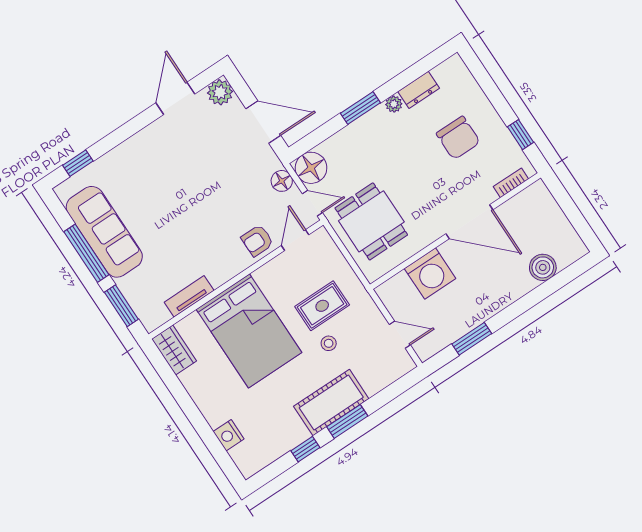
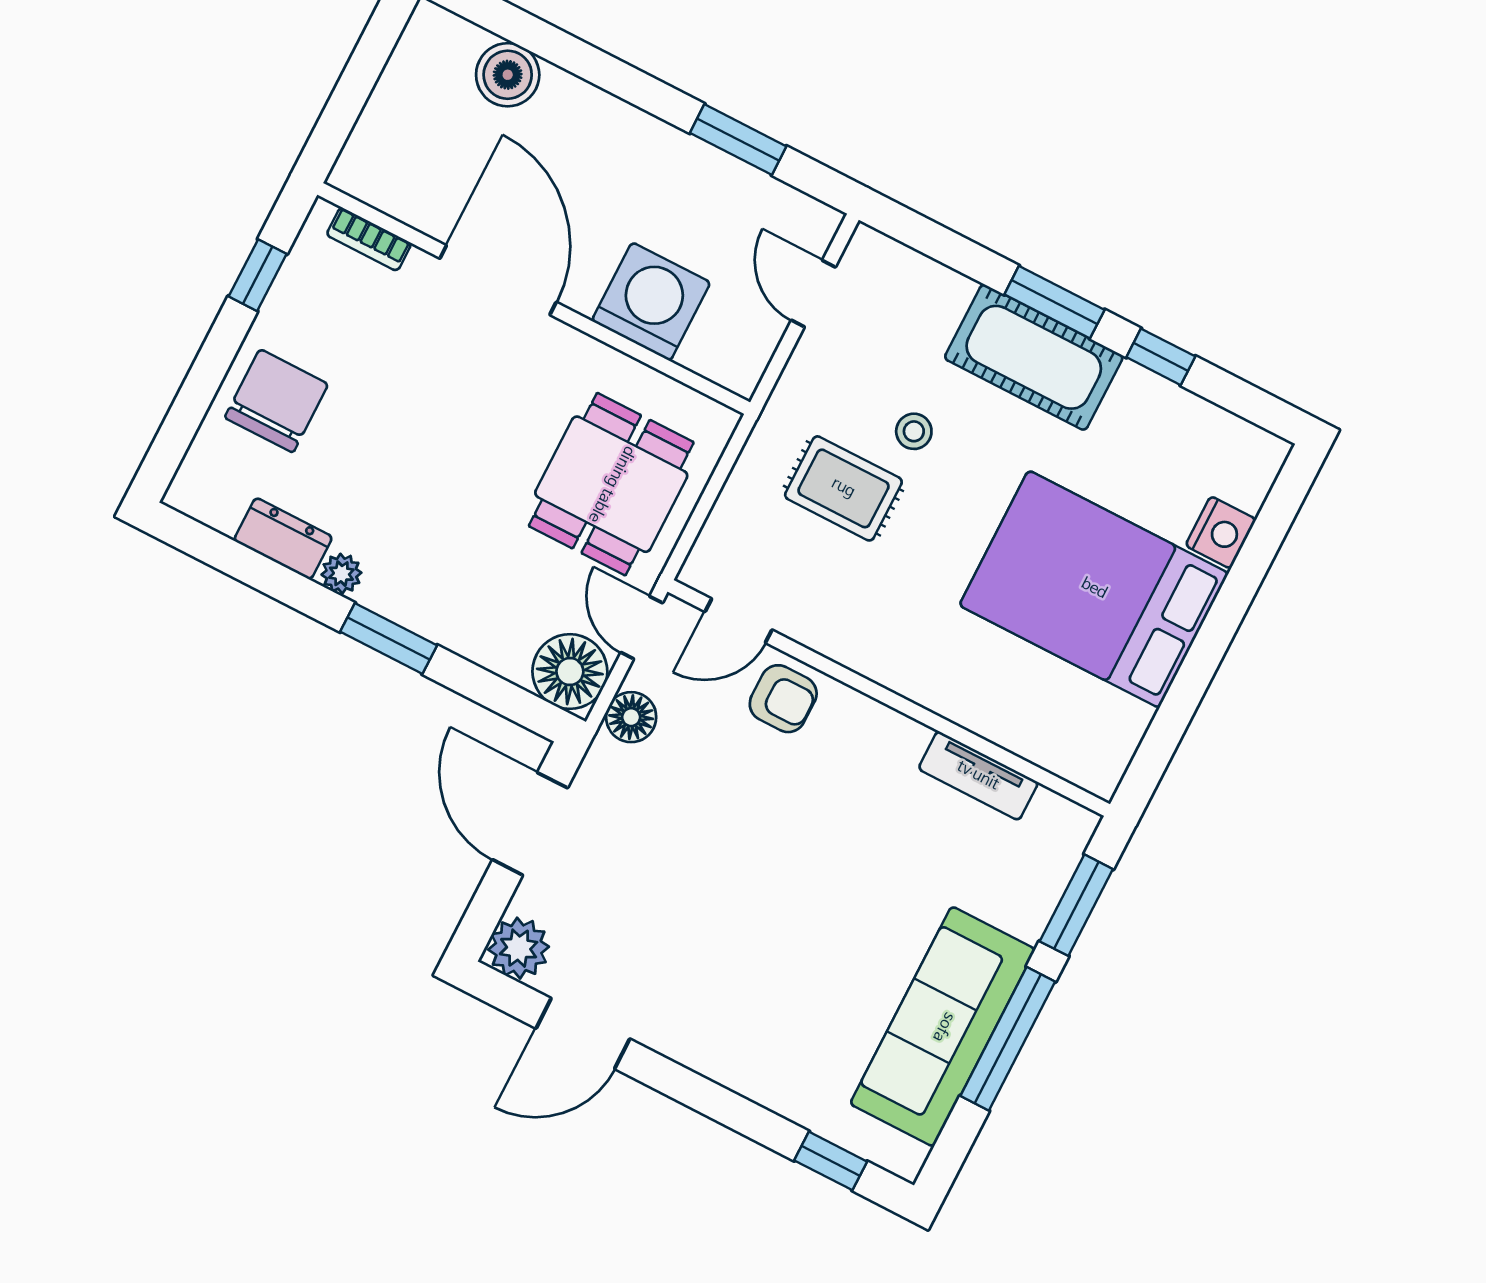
chair: (458, 138) -> (276, 401), moved
bed: (249, 331) -> (1094, 589), moved, turned -90
wardrobe: (174, 350) -> (1107, 745), removed

